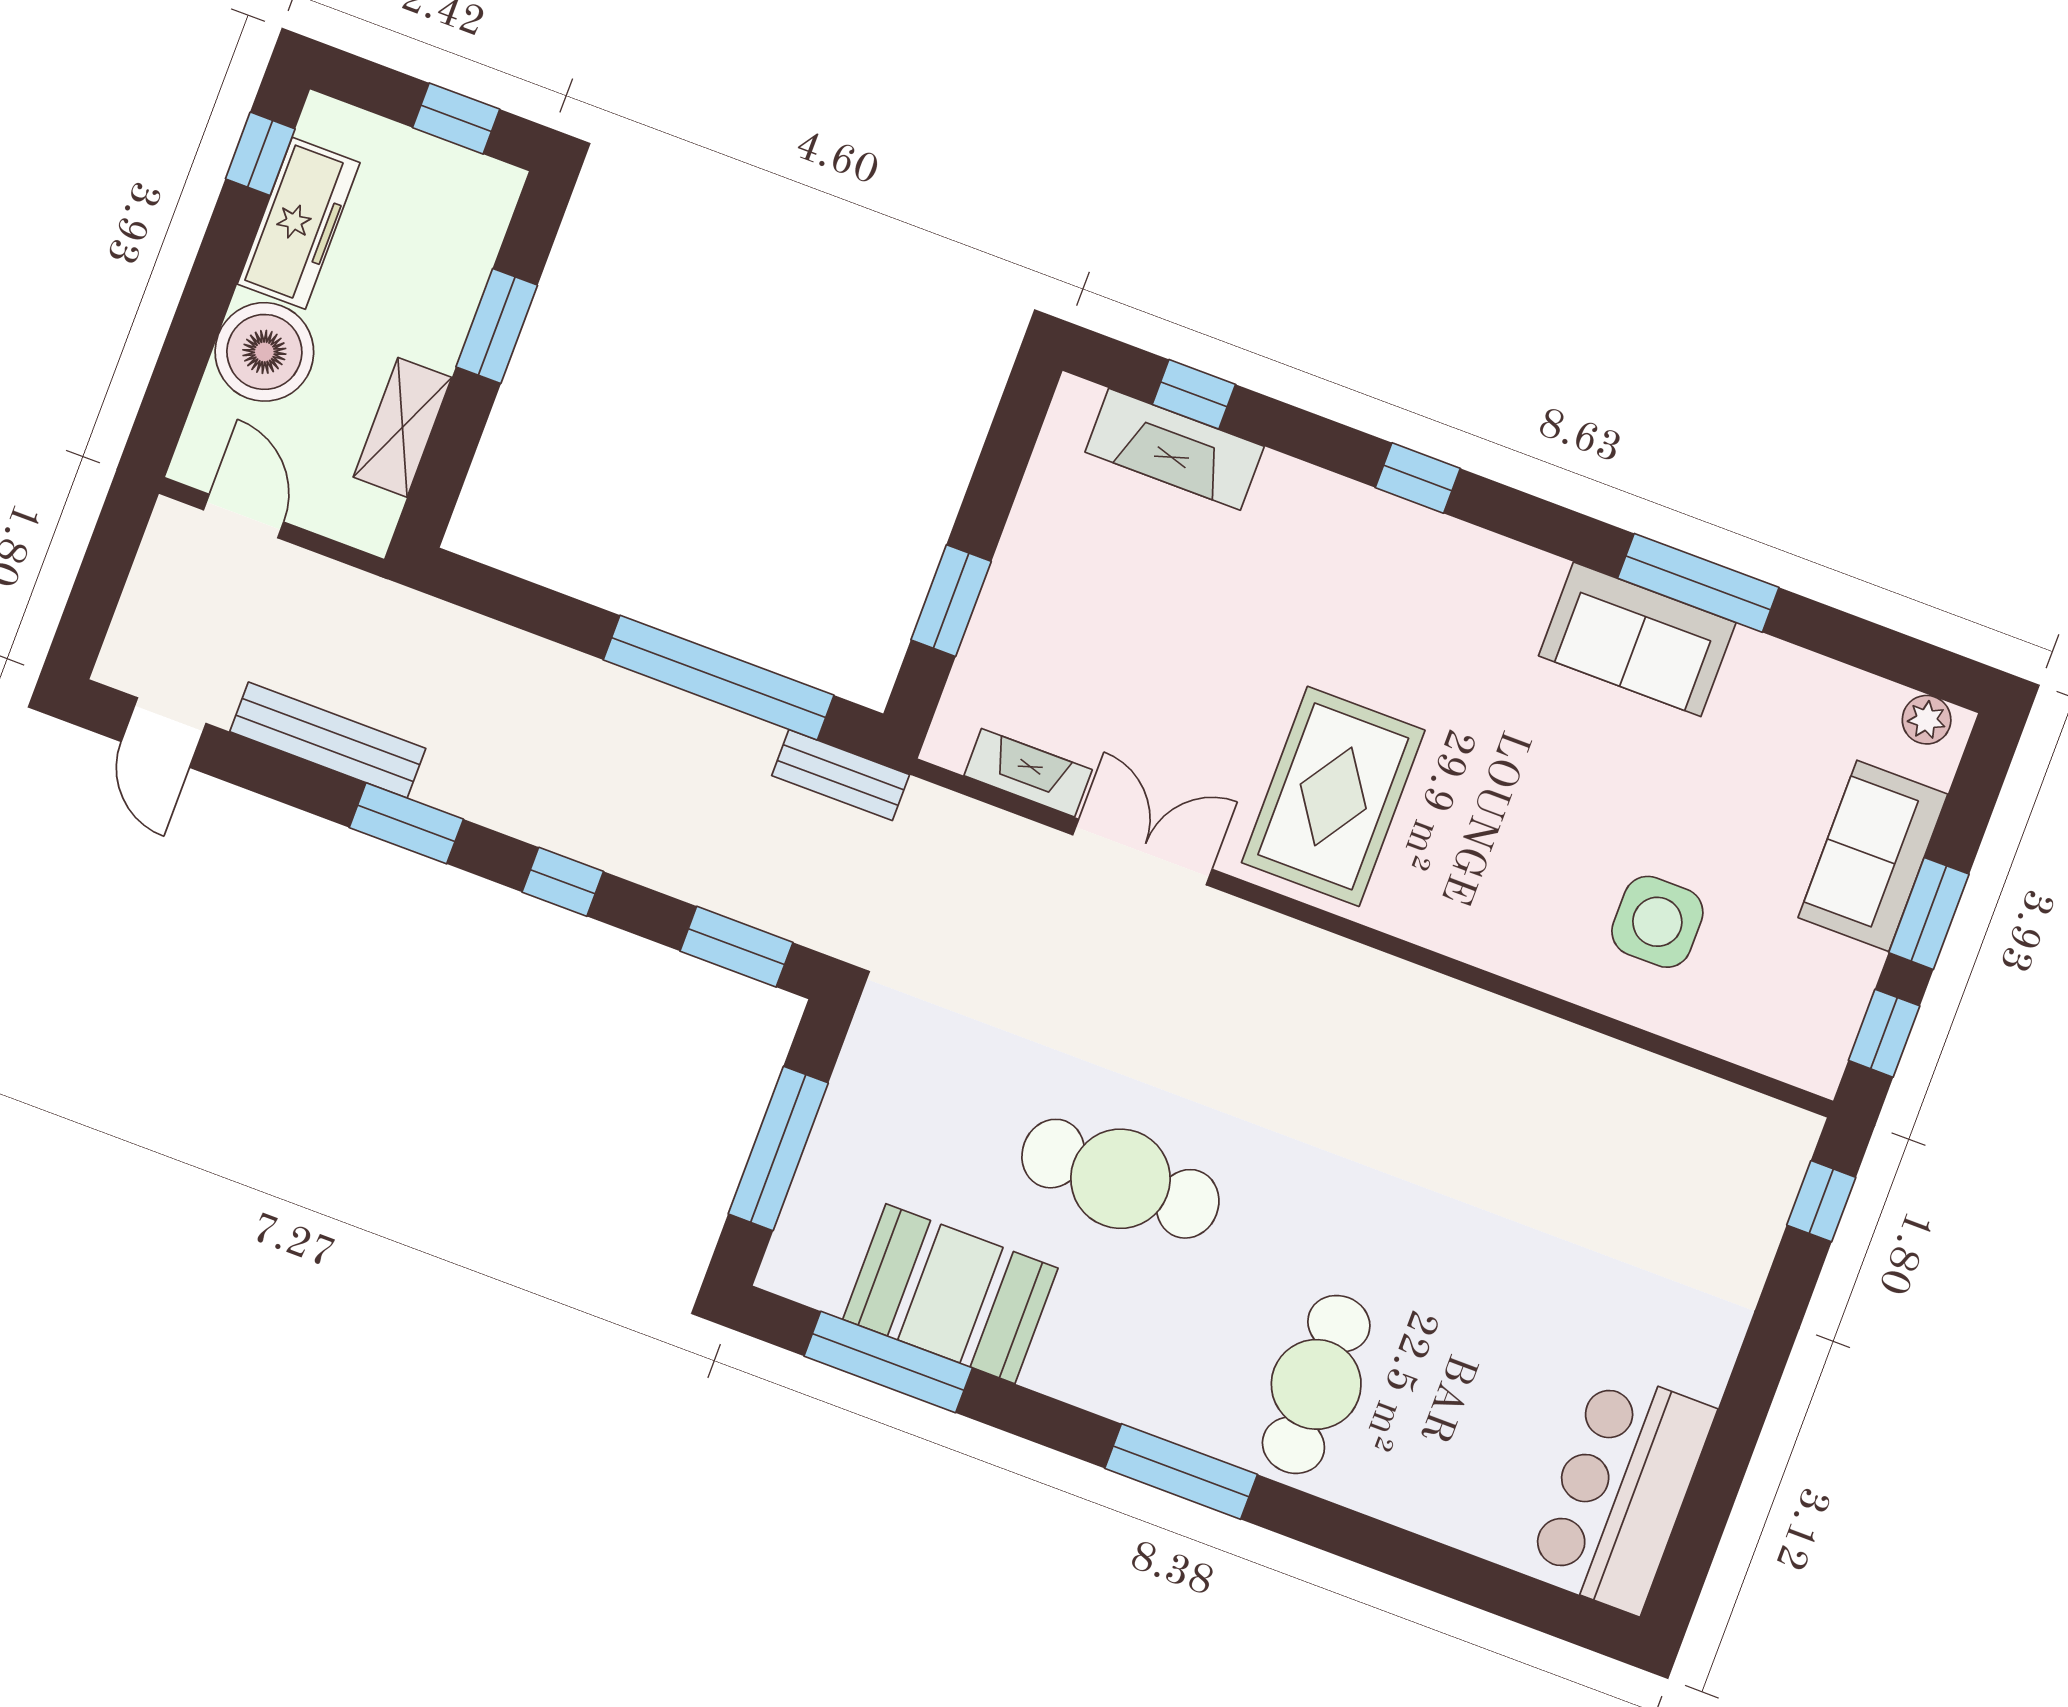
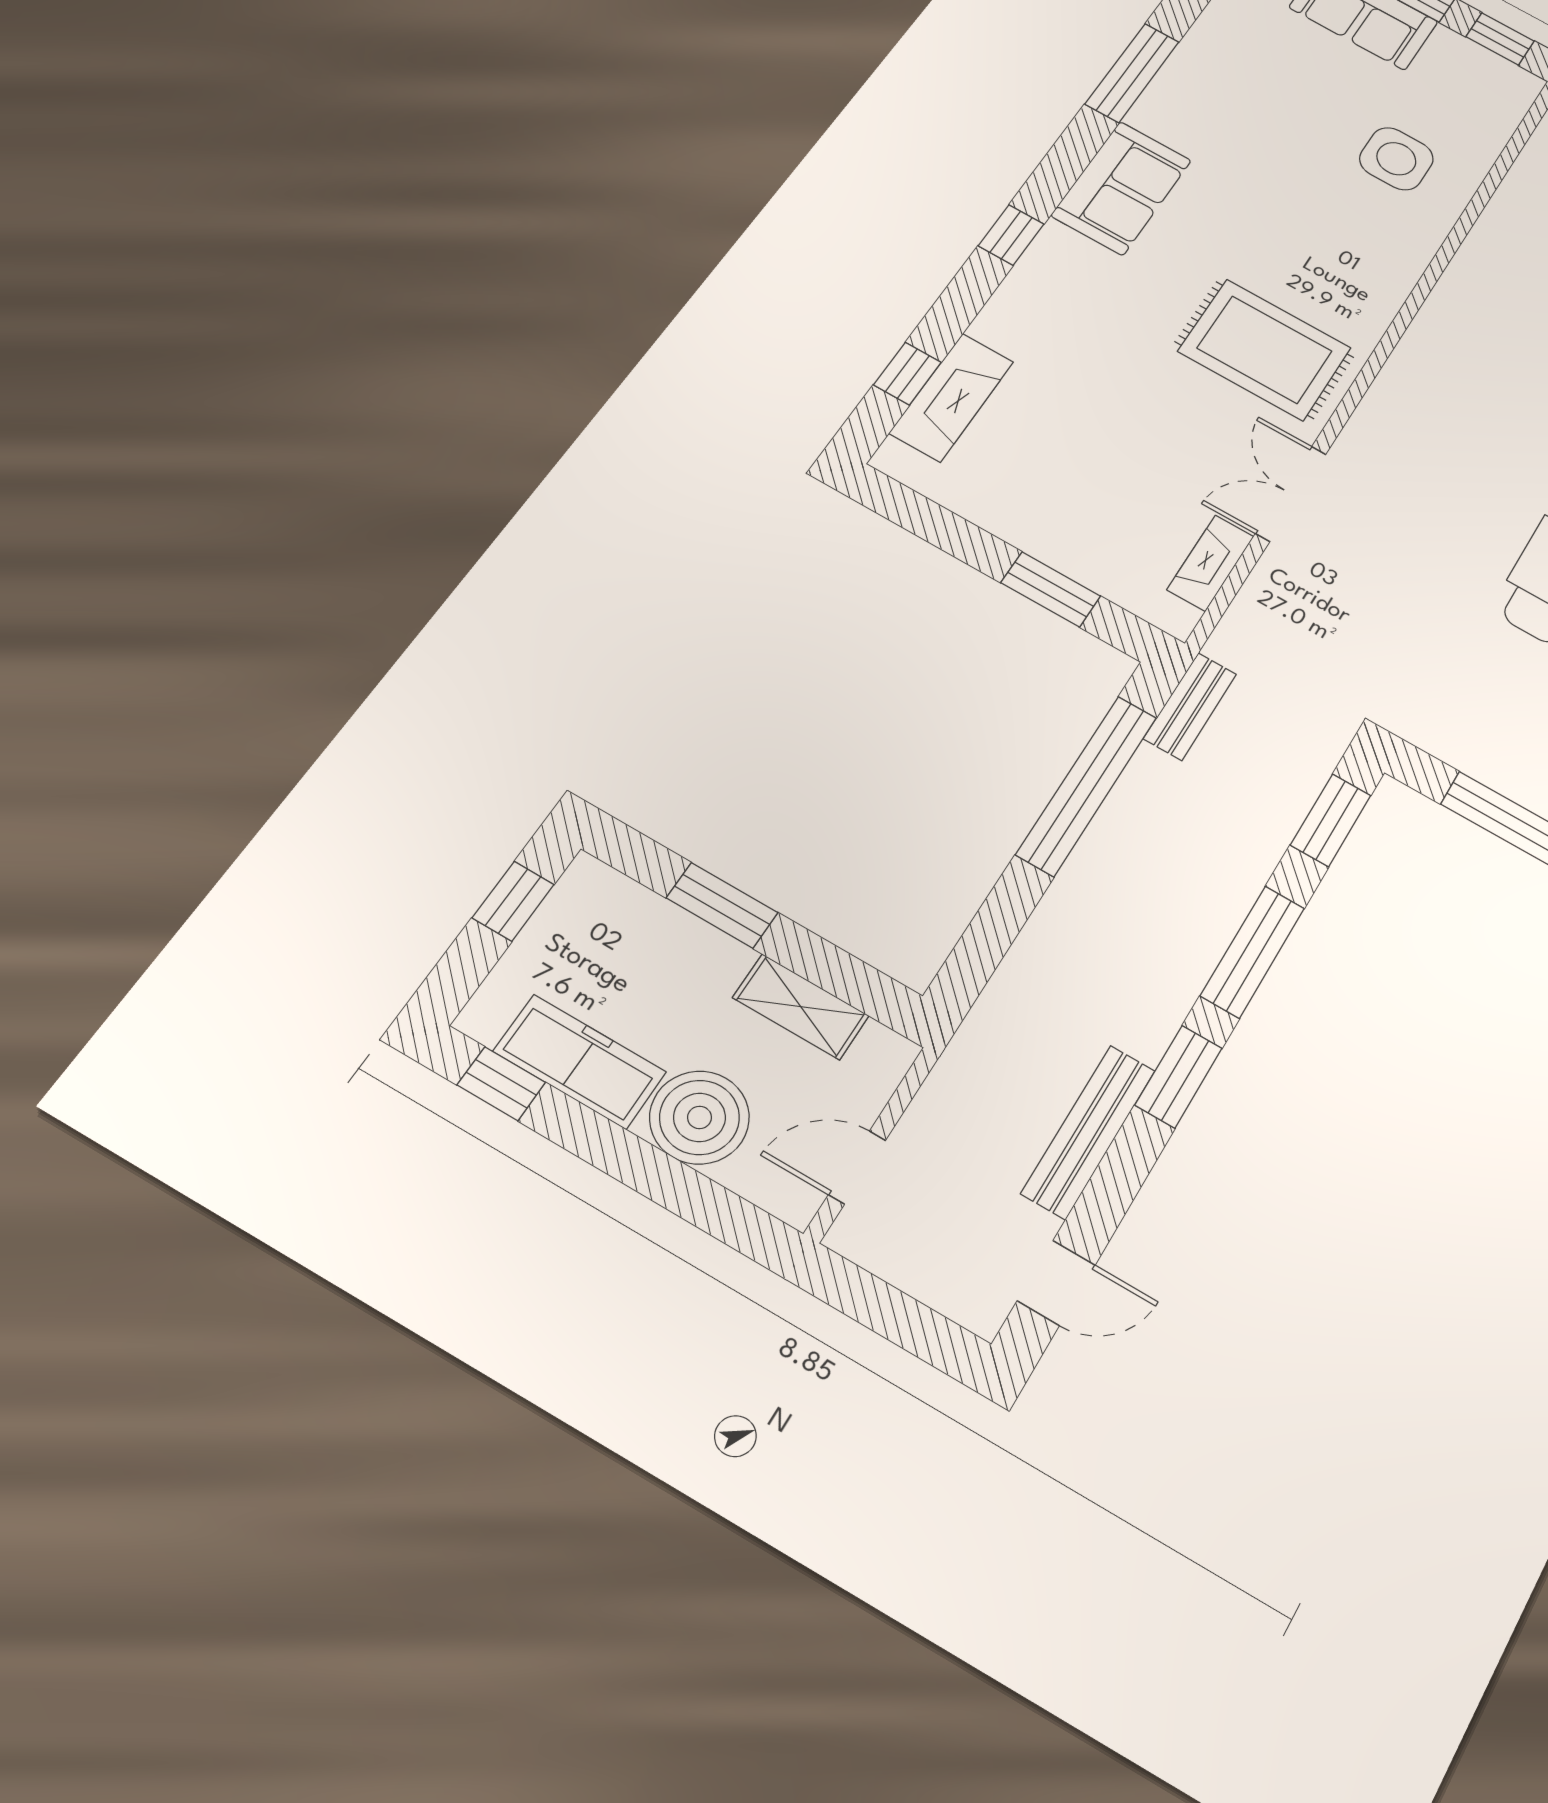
sofa: (1637, 639) -> (1121, 188), moved
window: (563, 882) -> (1253, 952), width x2.17

